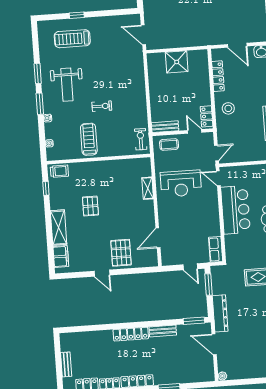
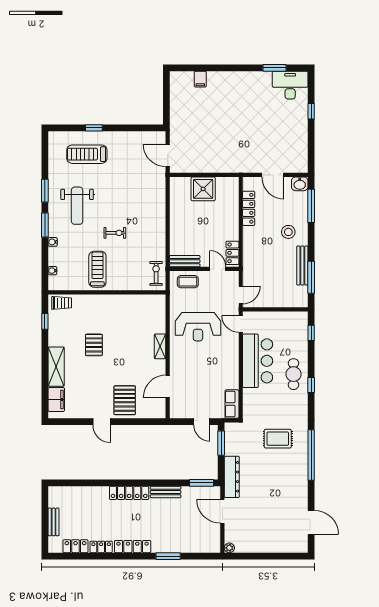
stool: (228, 108) -> (288, 232), moved
shelving: (148, 188) -> (160, 346), moved

